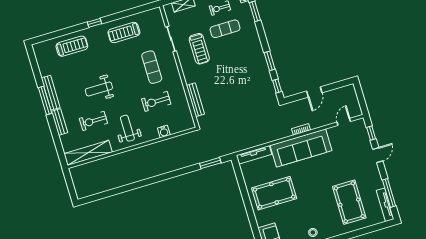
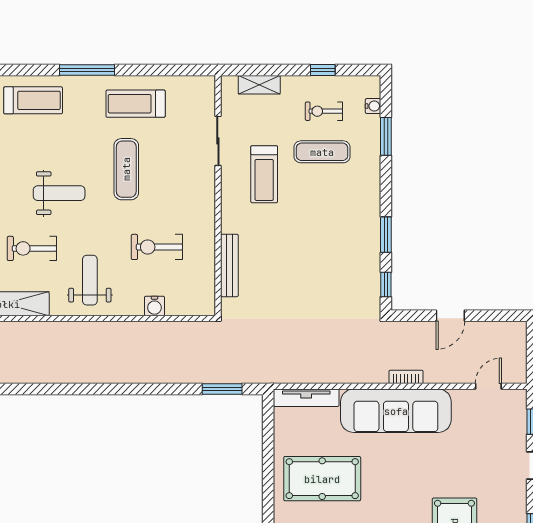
window: (94, 23) -> (87, 70), width x2.17
exercise mat: (152, 67) -> (126, 169), moved
weight bench: (99, 89) -> (59, 193), turned 180

